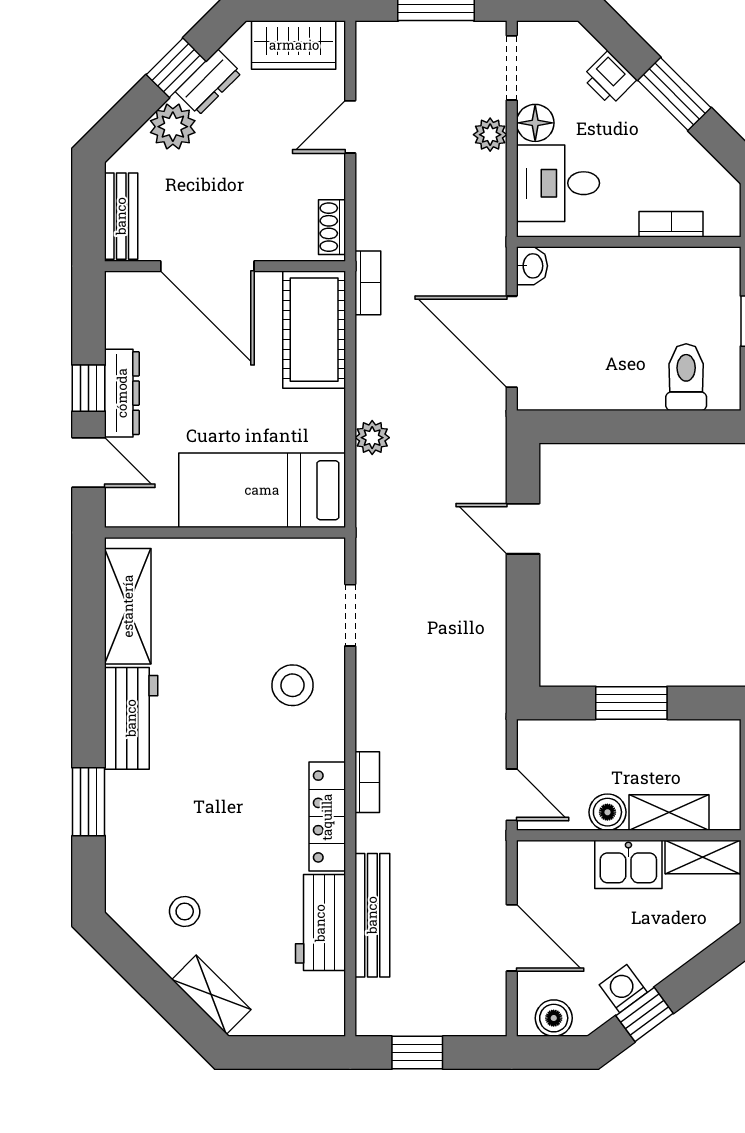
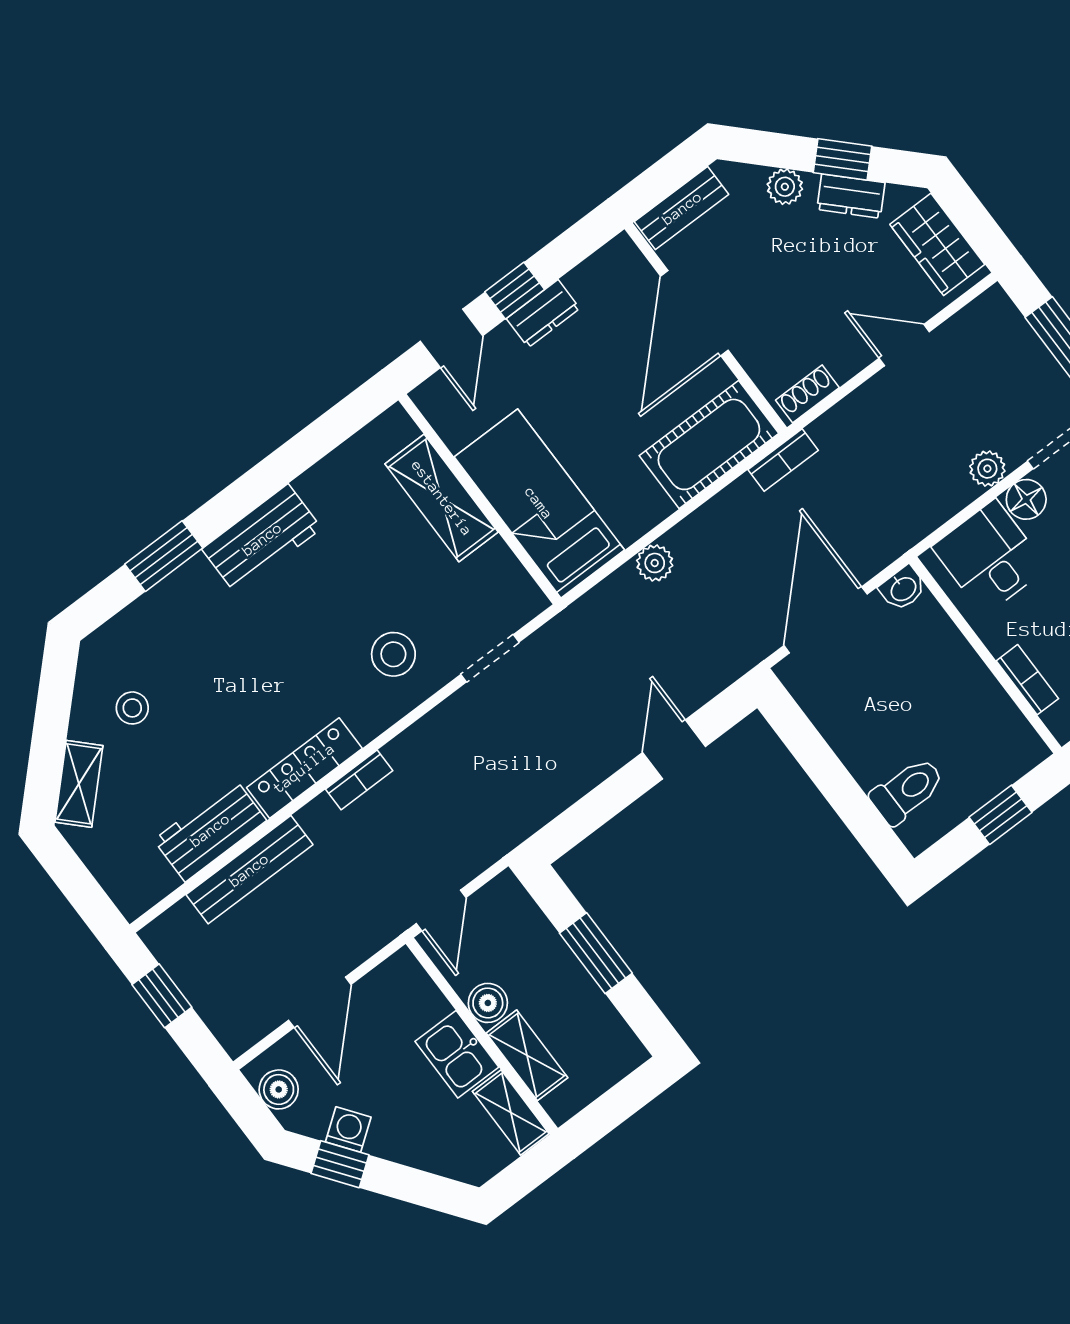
plant: (173, 127) -> (785, 187), width x0.73, depth x0.73
dresser: (122, 393) -> (543, 314), width x0.70
shelving: (128, 606) -> (442, 498), moved, turned 90

